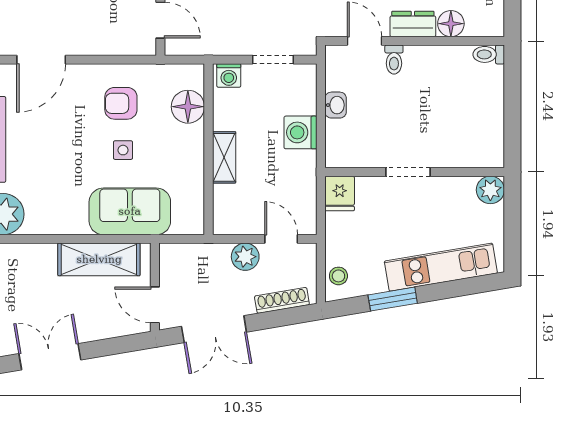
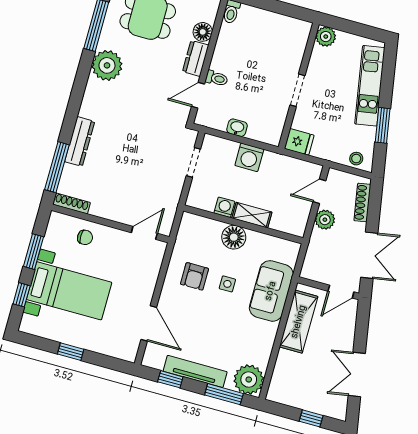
washing machine: (229, 75) -> (224, 207), moved, turned -90
floor lamp: (188, 107) -> (234, 237), moved

